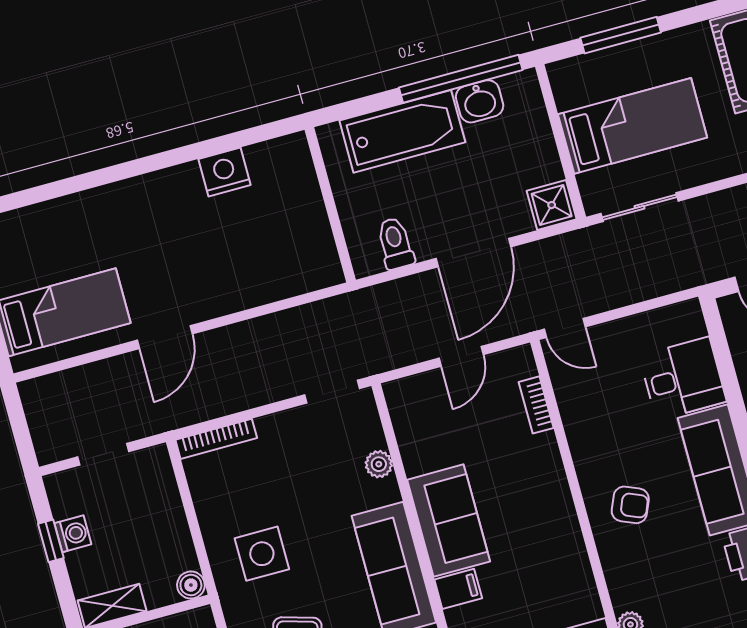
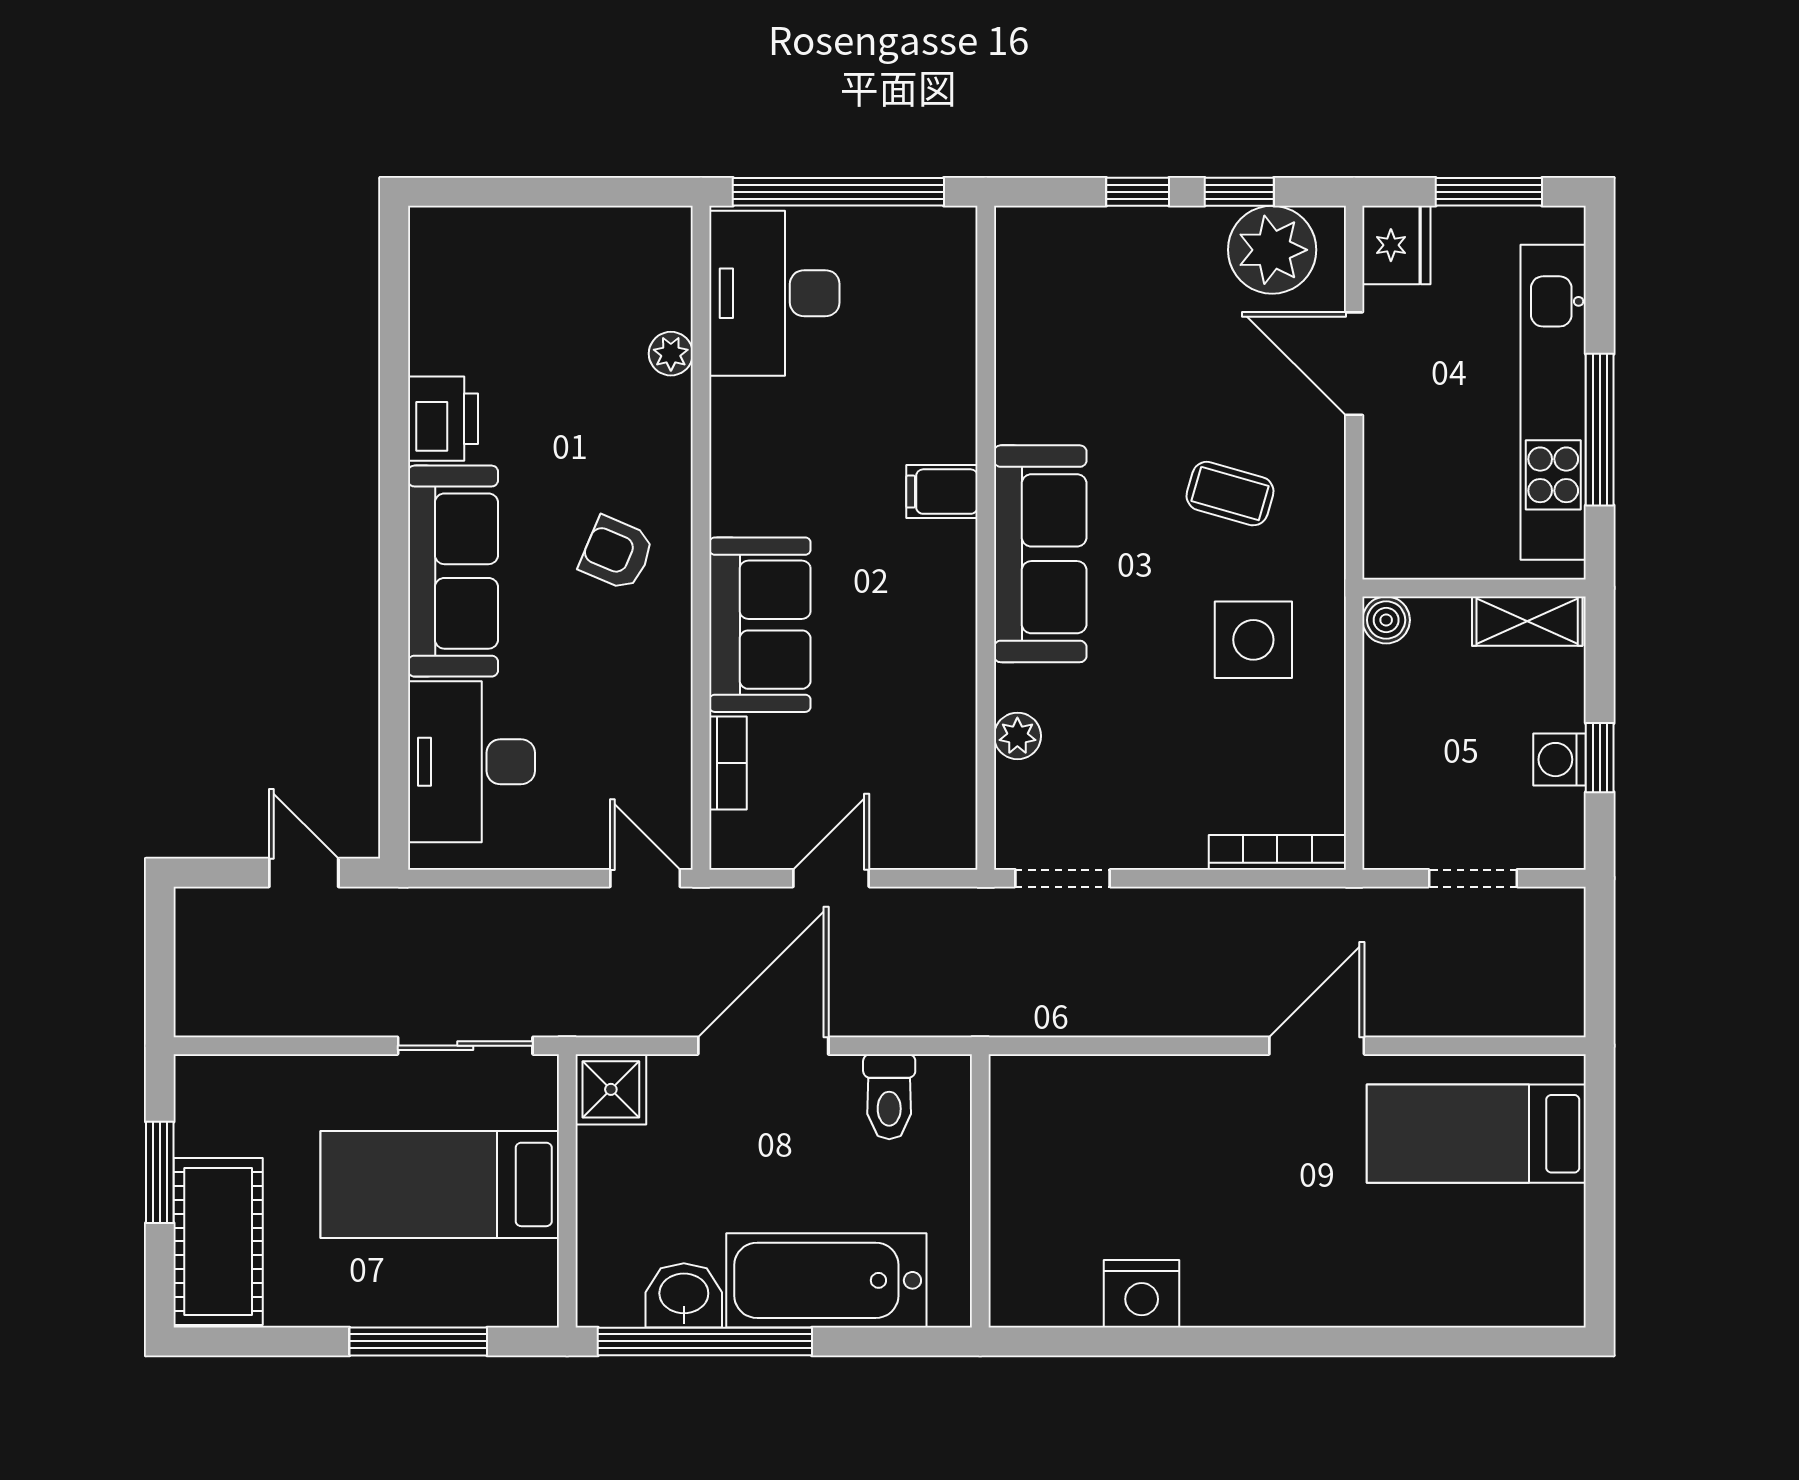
desk: (683, 379) -> (471, 762), width x1.37
sofa: (449, 521) -> (760, 625), moved, turned 180

